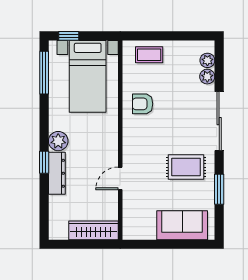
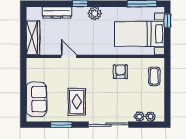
dresser: (57, 173) -> (57, 12), moved

